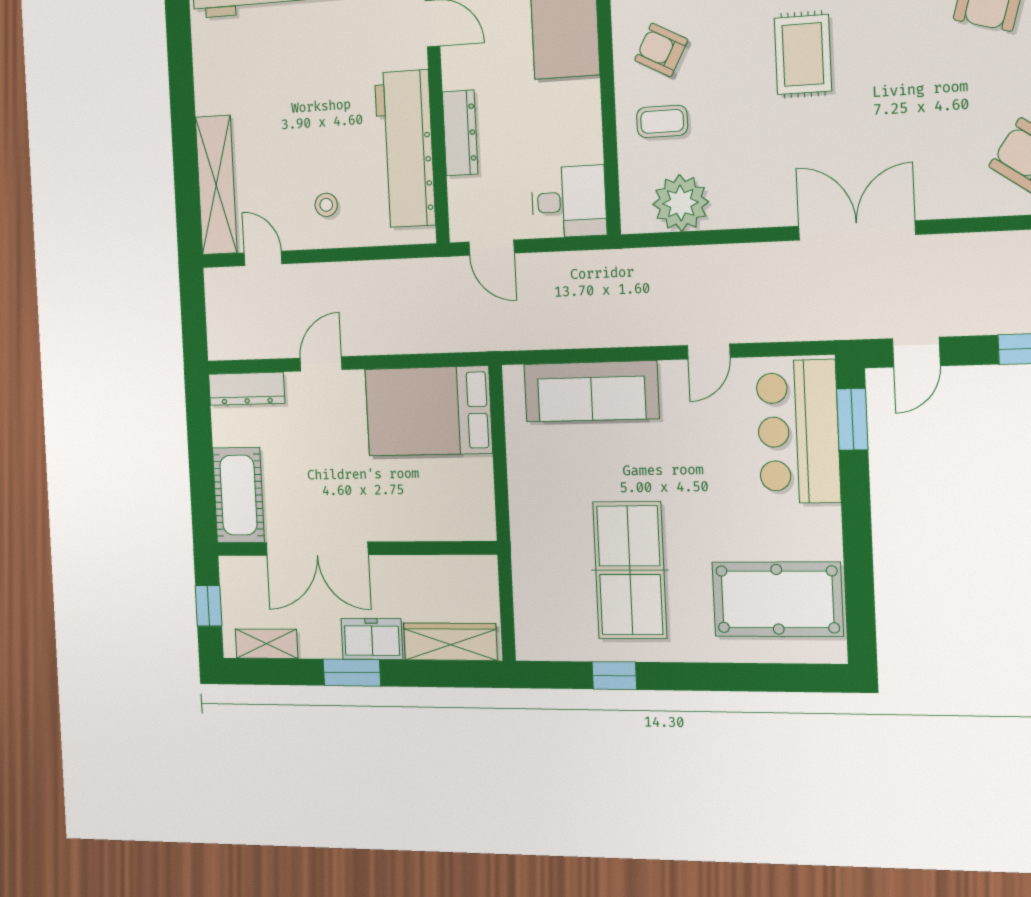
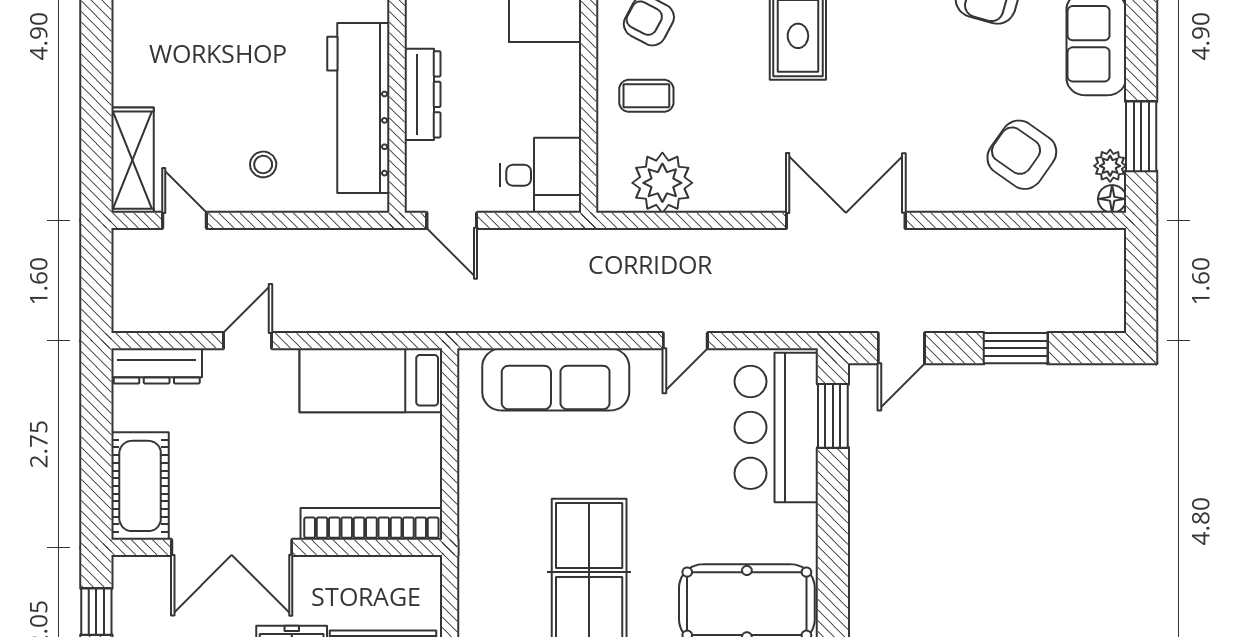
shelving: (216, 185) -> (133, 160), width x0.68
bed: (428, 411) -> (371, 380), width x0.67
bookcase: (435, 527) -> (371, 524), added

